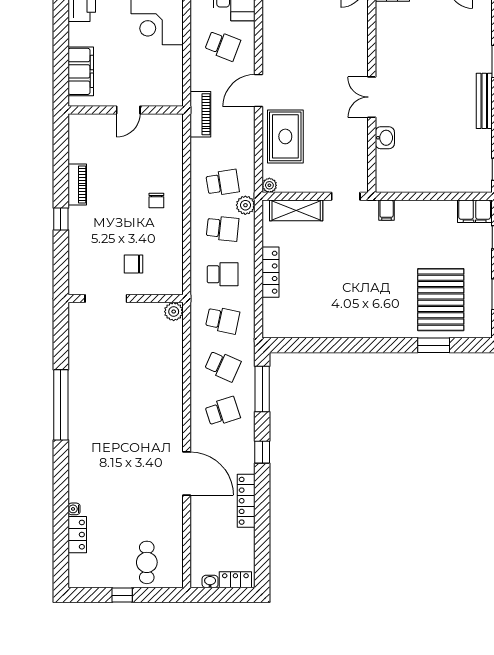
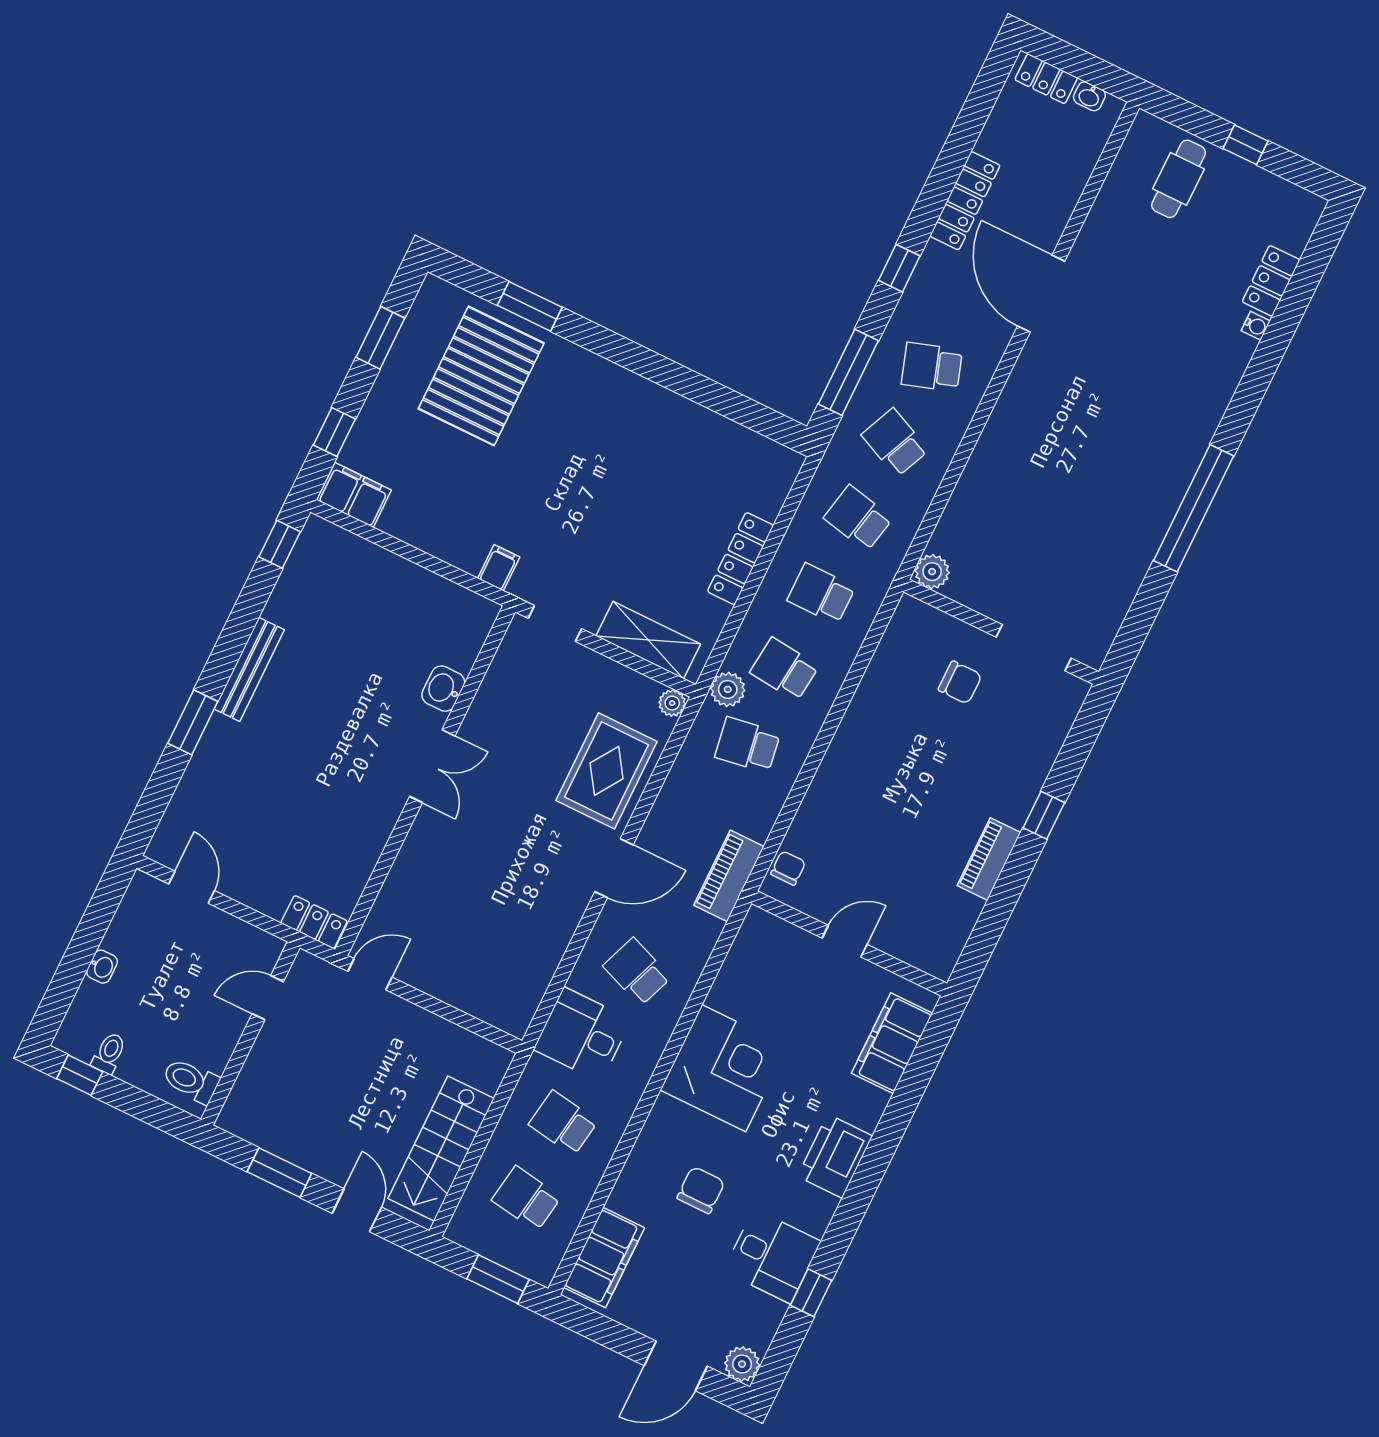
chair: (156, 201) -> (788, 868), moved

